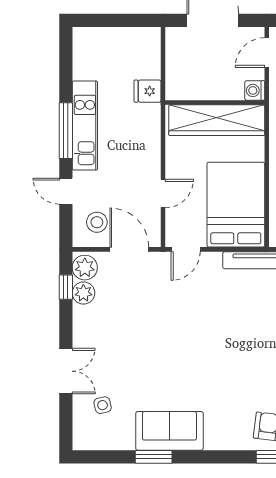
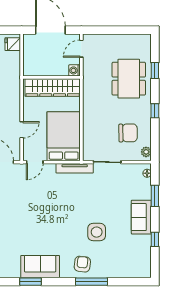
fridge: (148, 91) -> (13, 44), moved
sofa: (169, 431) -> (40, 267), moved
window: (154, 457) -> (30, 282), moved

